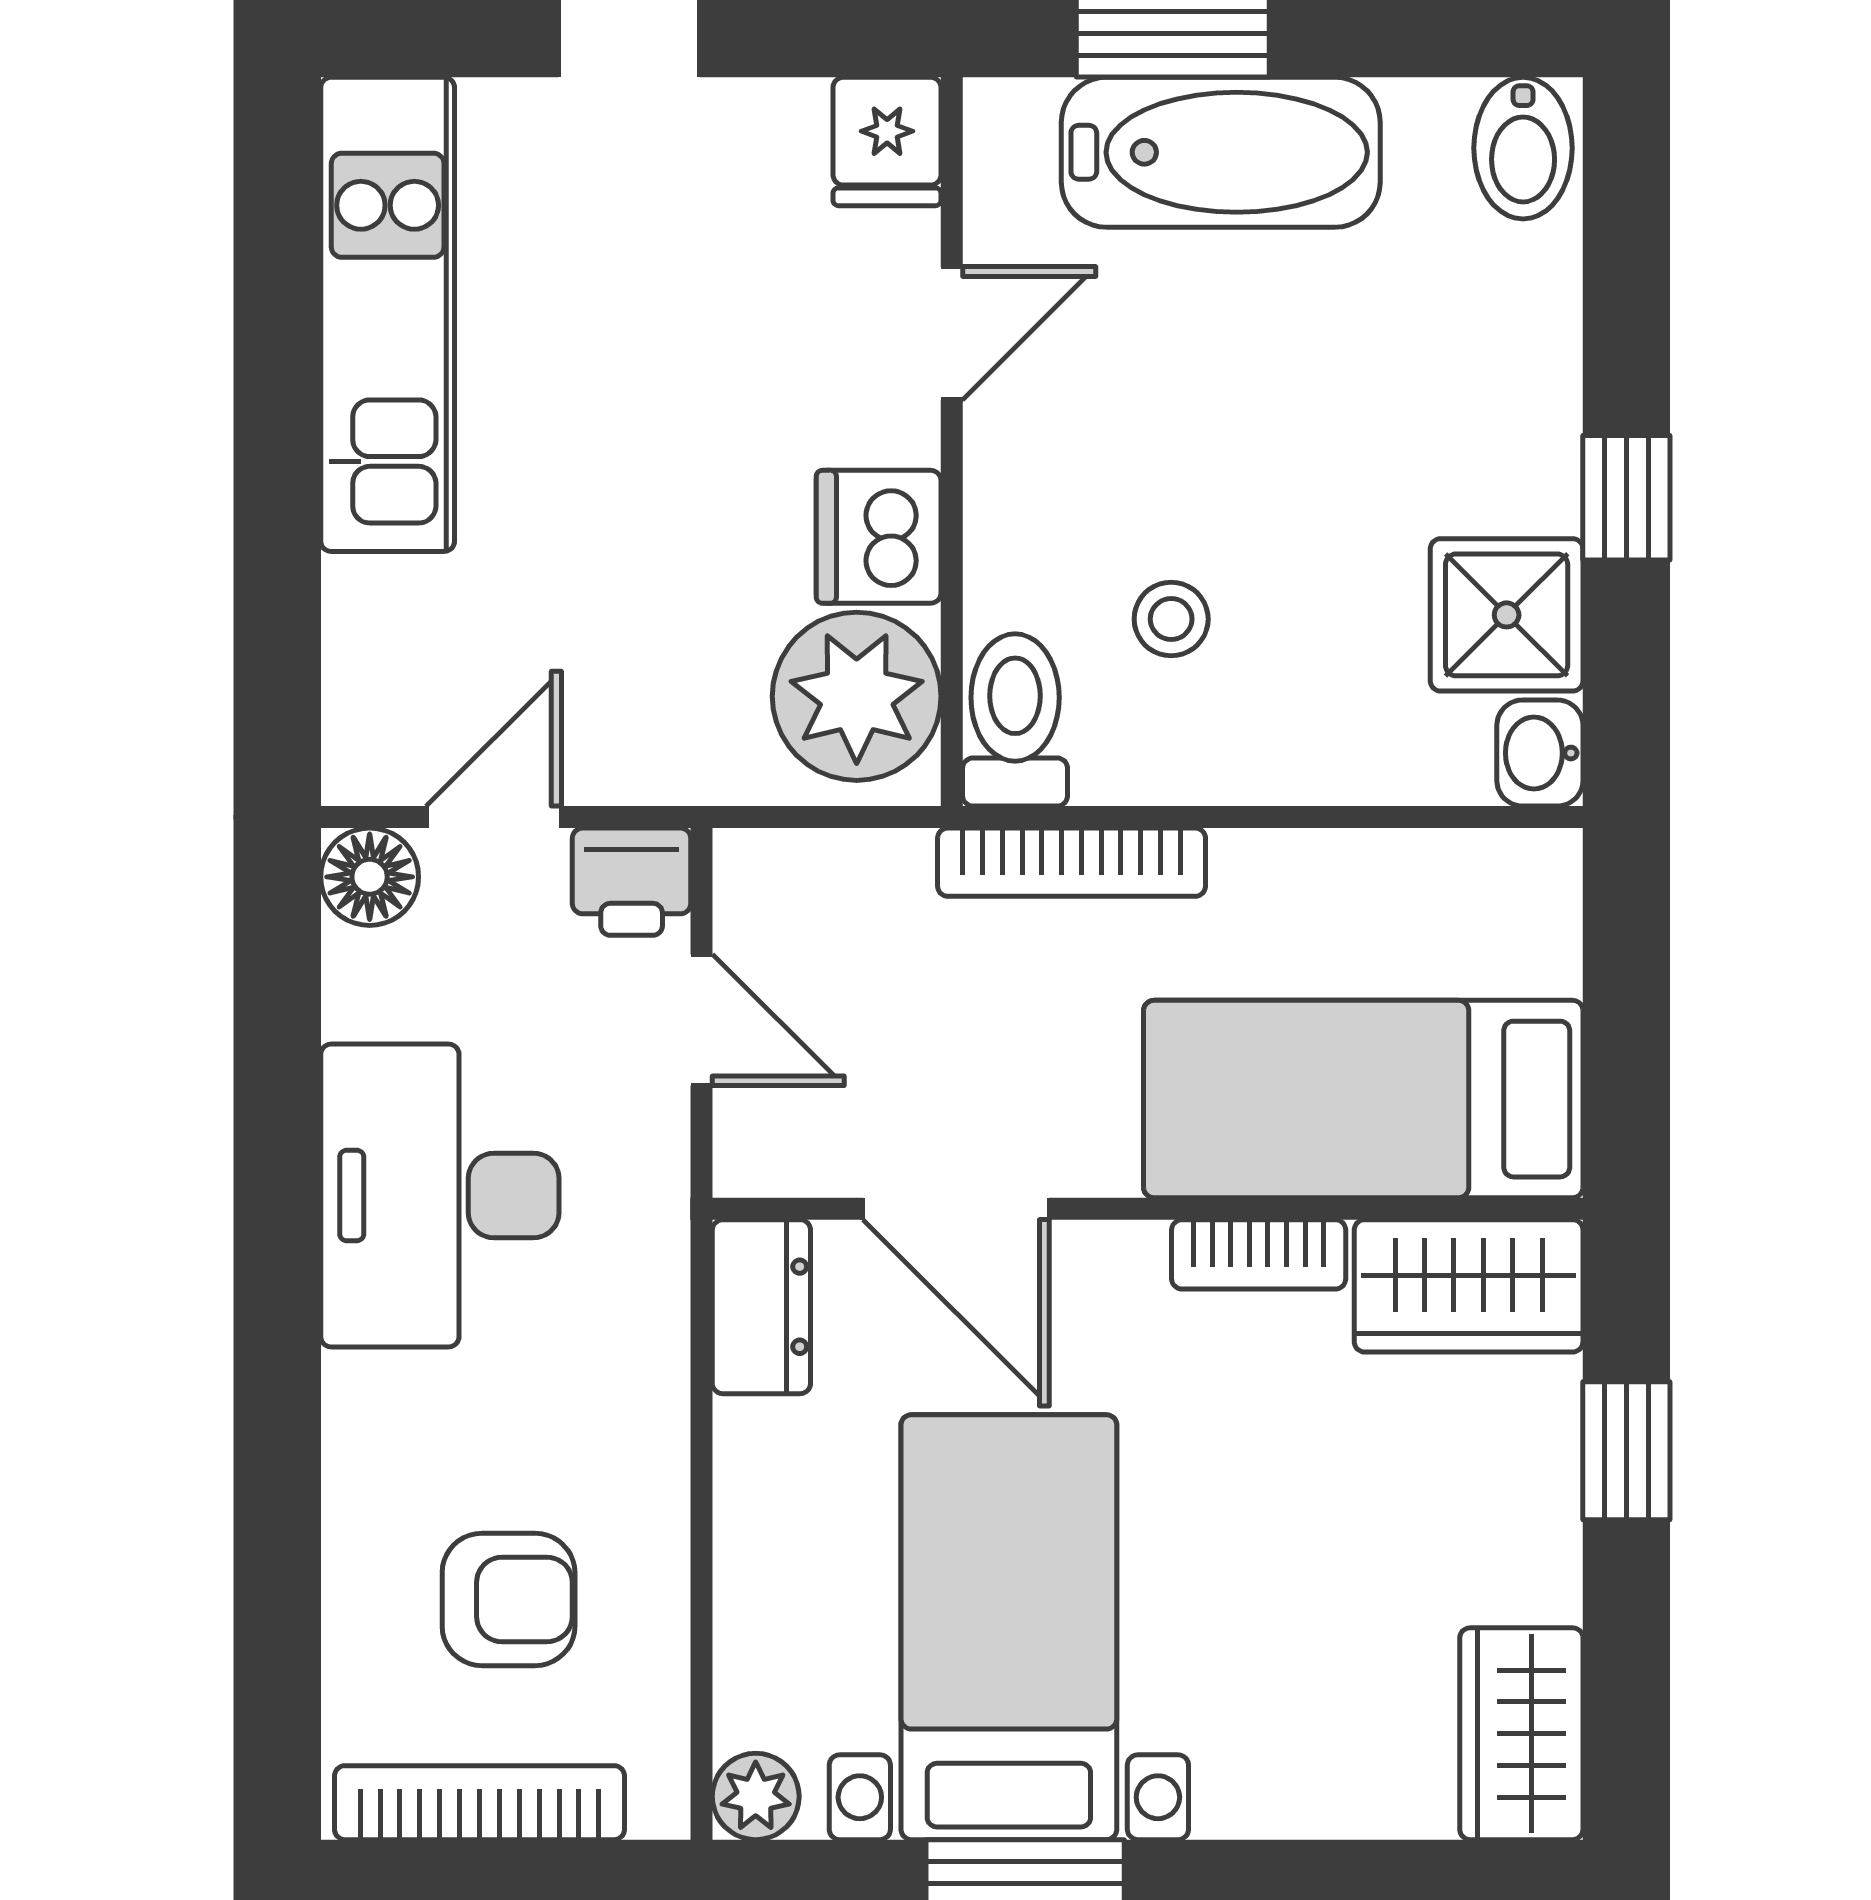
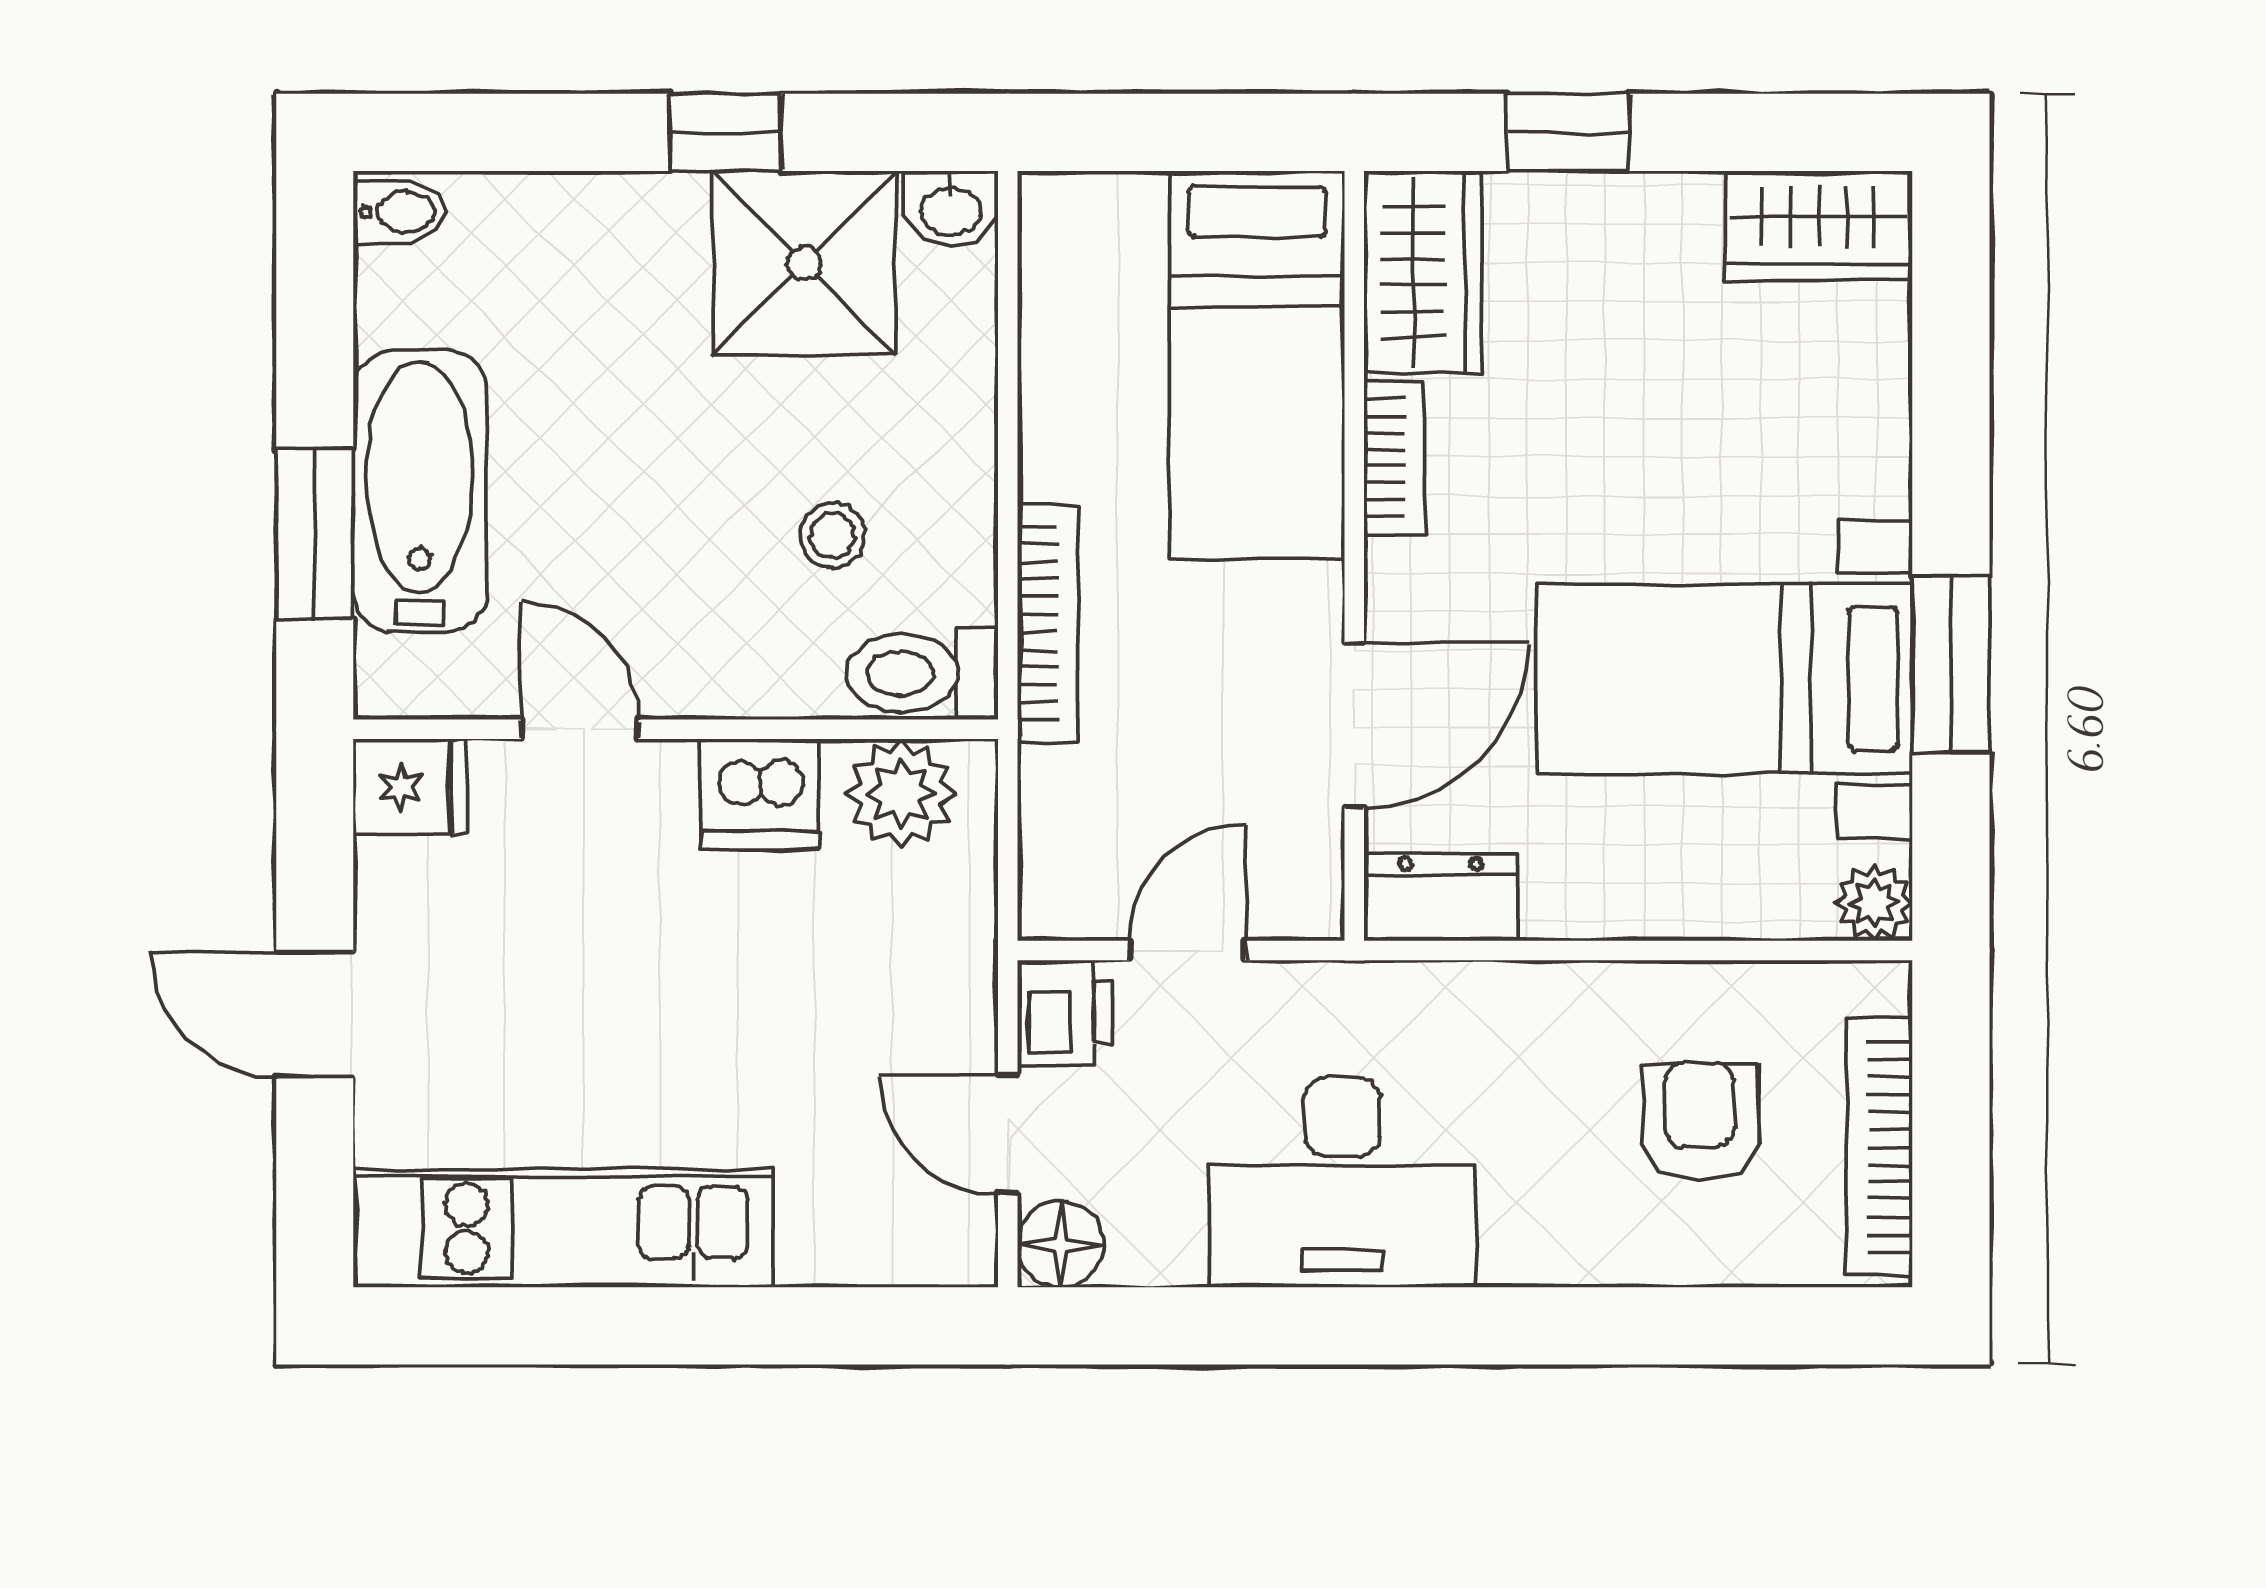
bidet: (1523, 148) -> (399, 212), width x0.72, depth x0.74
shower: (1507, 615) -> (804, 263), width x1.36, depth x1.36
plant: (857, 696) -> (901, 793), width x0.73, depth x0.73

